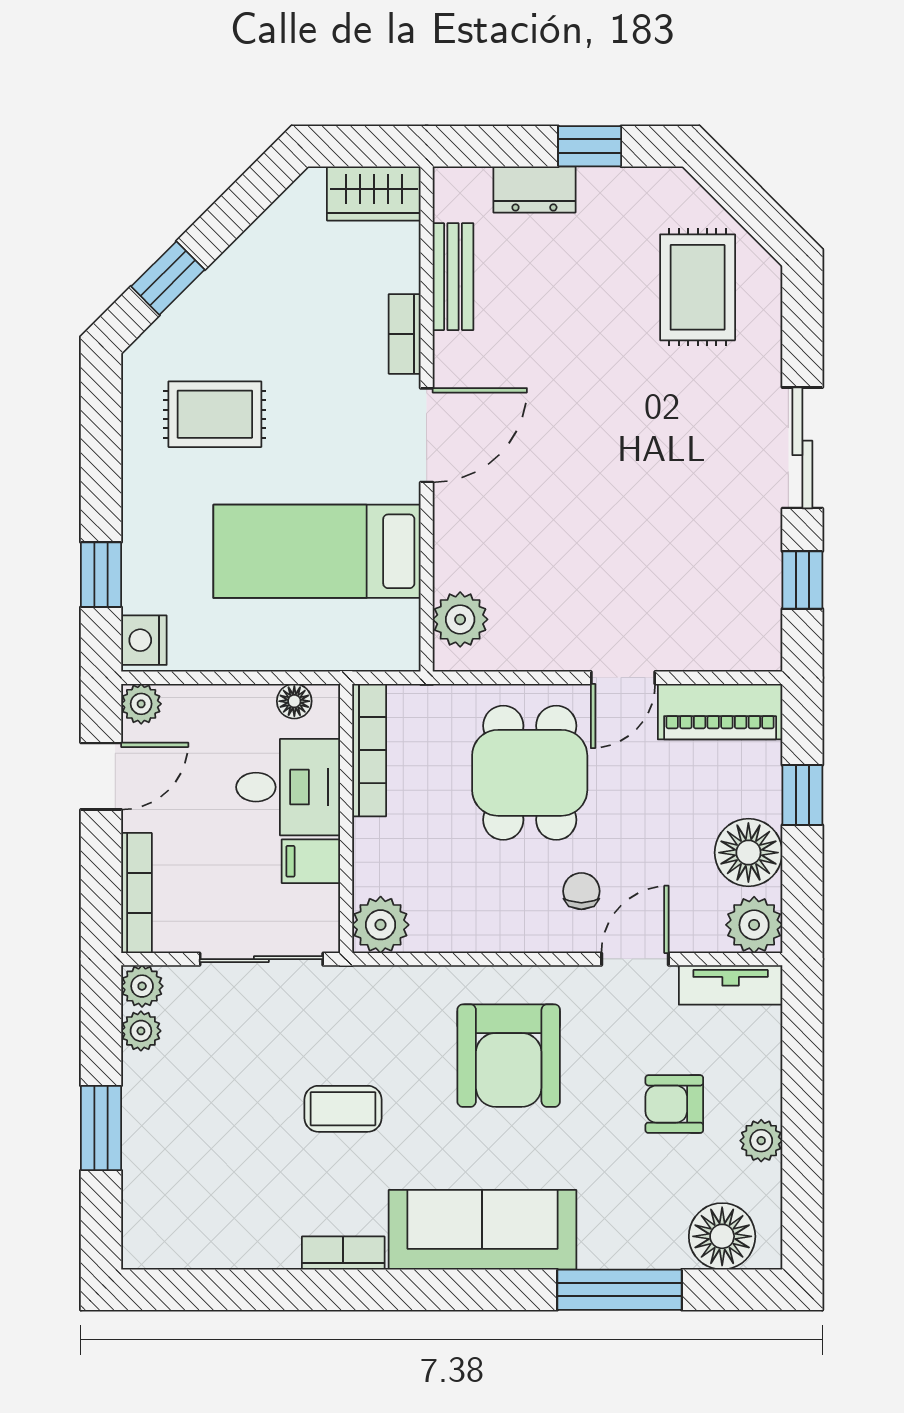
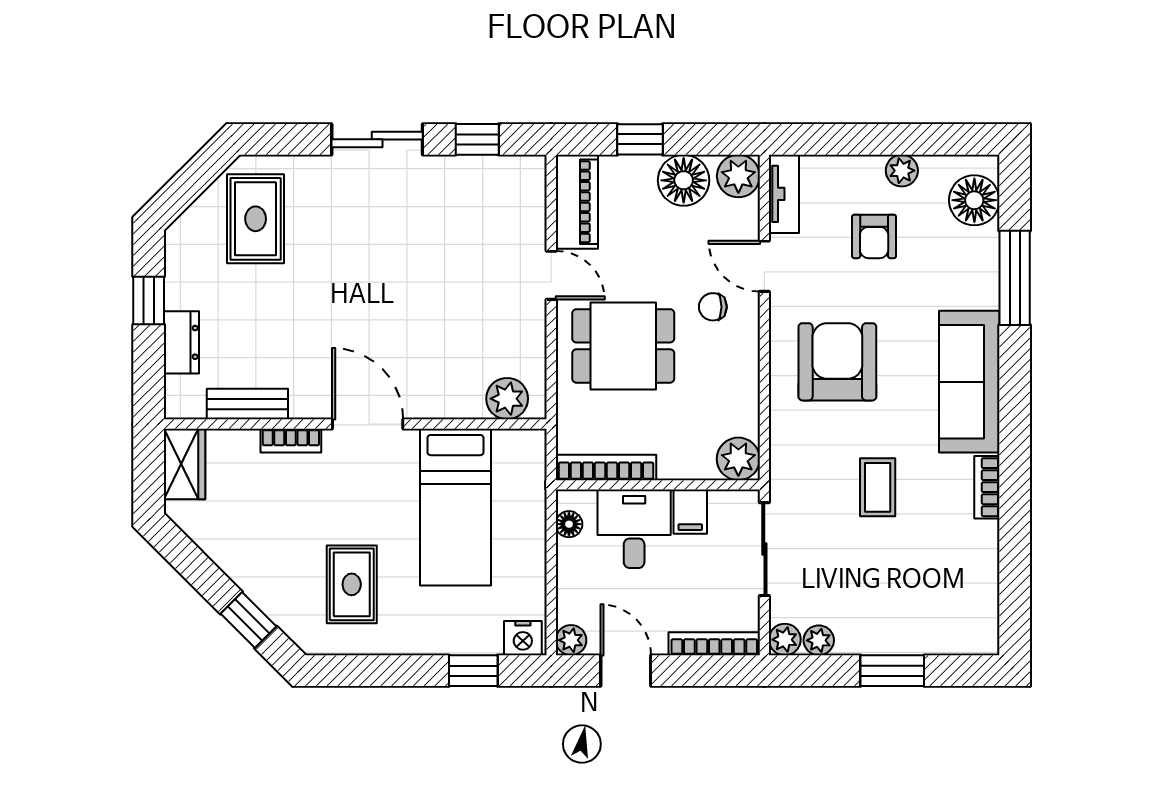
rug: (698, 287) -> (256, 219), turned 90
armchair: (509, 1056) -> (837, 362), turned -90

